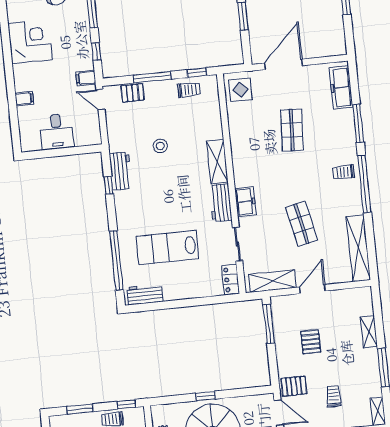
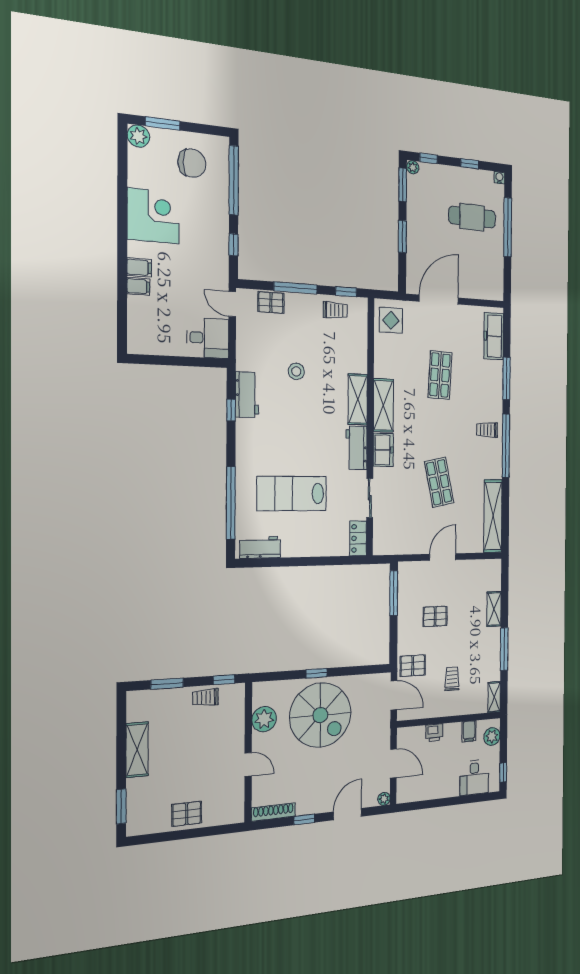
filing cabinet: (86, 78) -> (139, 267), moved, turned 180
desk: (57, 132) -> (208, 338), moved, turned -90
shelving: (272, 281) -> (383, 405), moved, turned 90
pallet: (311, 342) -> (435, 616), turned 90

